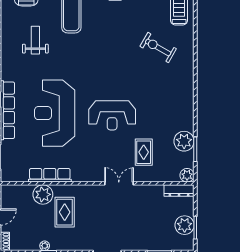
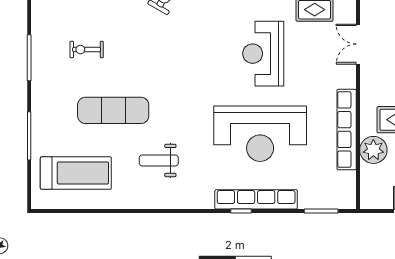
reception desk: (112, 115) -> (263, 54), turned 180
row of seats: (50, 175) -> (347, 130), width x1.36

